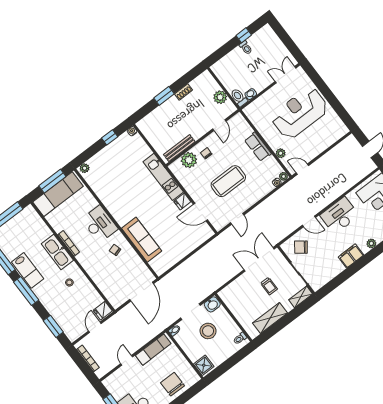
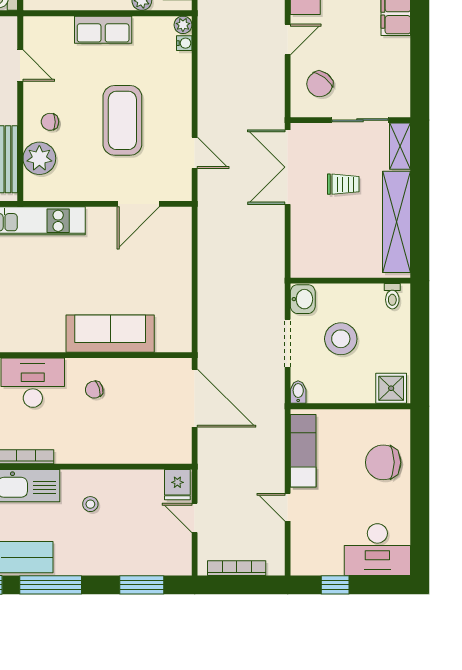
fridge: (182, 201) -> (98, 220), removed
shelving: (270, 318) -> (397, 222), width x1.47

